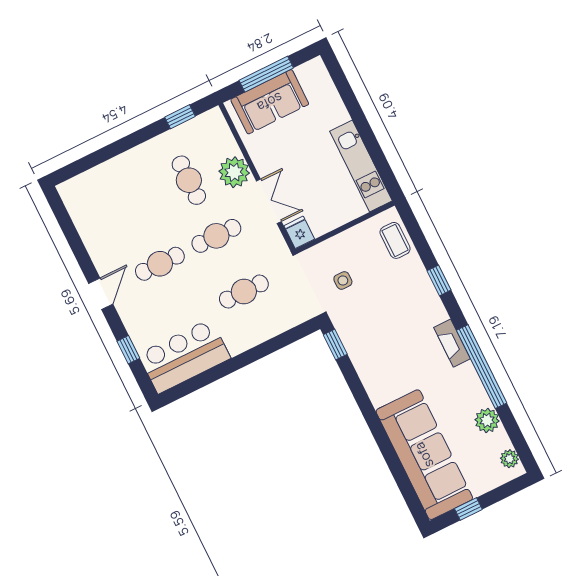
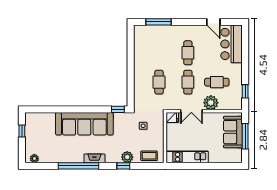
door: (101, 294) -> (213, 22), moved
window: (128, 350) -> (159, 22), width x2.17
bar counter: (184, 356) -> (232, 44), moved, turned 180
plant: (487, 420) -> (127, 157), moved
sofa: (424, 455) -> (84, 124), moved

